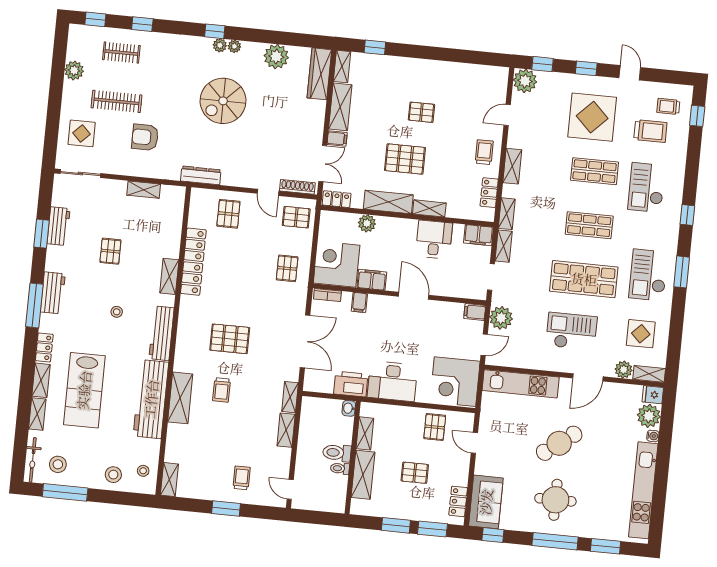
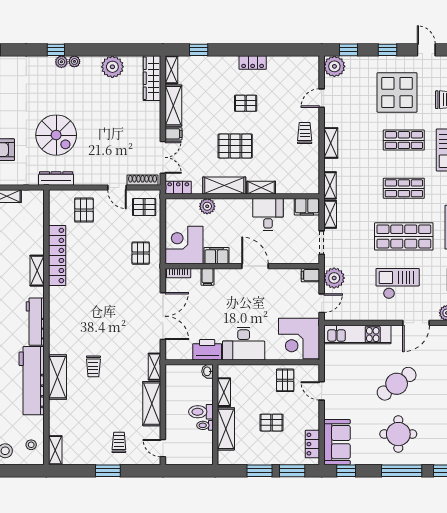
spiral stairs: (223, 101) -> (56, 135), moved, turned -90
locker: (489, 193) -> (253, 63), moved, turned -90
pallet: (230, 339) -> (96, 320), removed
shelving: (286, 430) -> (152, 404), width x1.50, depth x1.33

